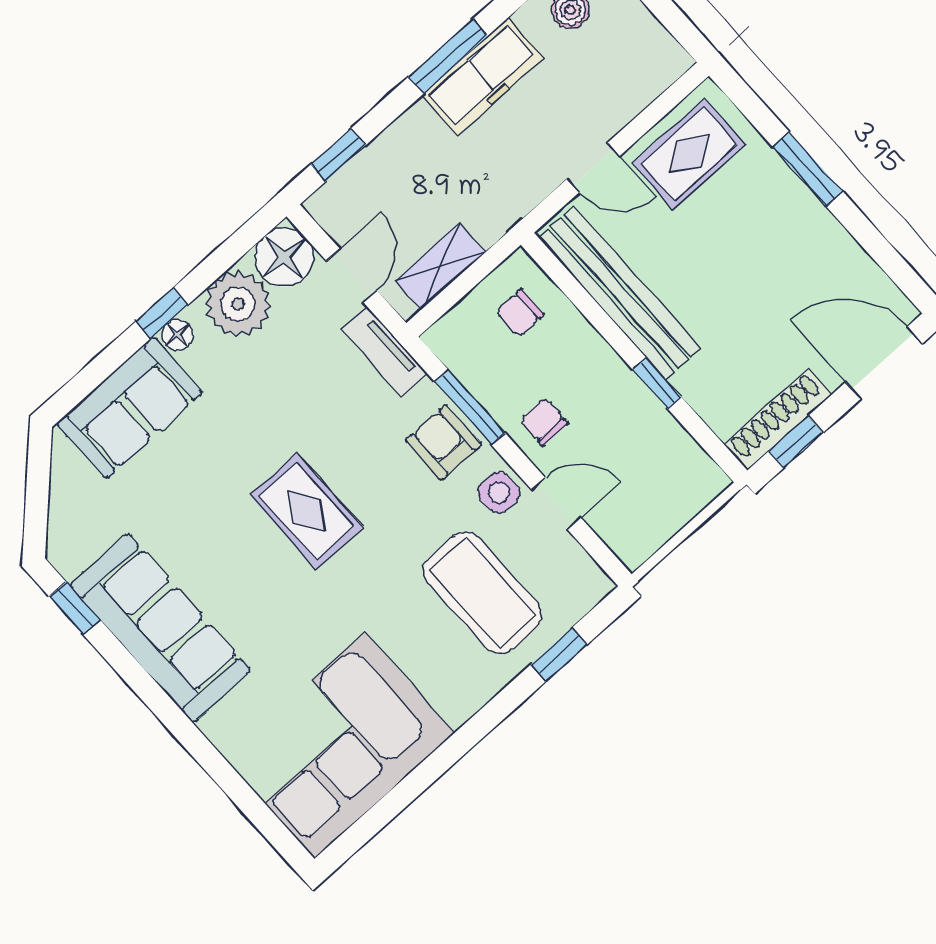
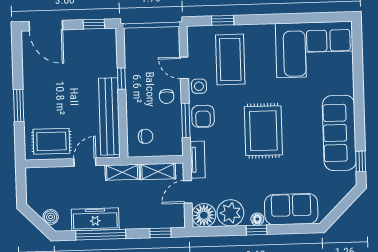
window: (448, 57) -> (101, 235), width x1.44
door: (593, 168) -> (85, 162), hinge flipped
shelving: (507, 208) -> (122, 172), added
shoe rack: (778, 420) -> (93, 36), removed
rug: (307, 511) -> (263, 131), width x1.36, depth x1.43

